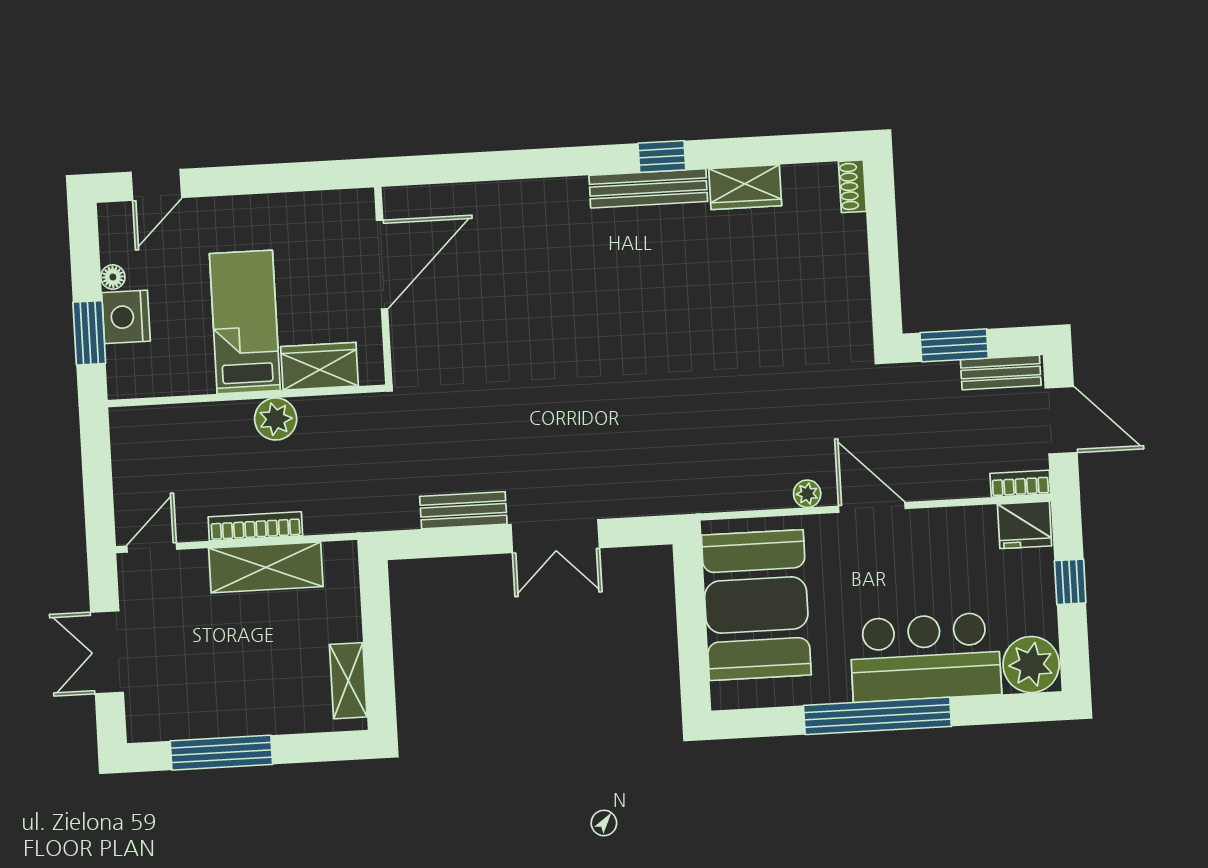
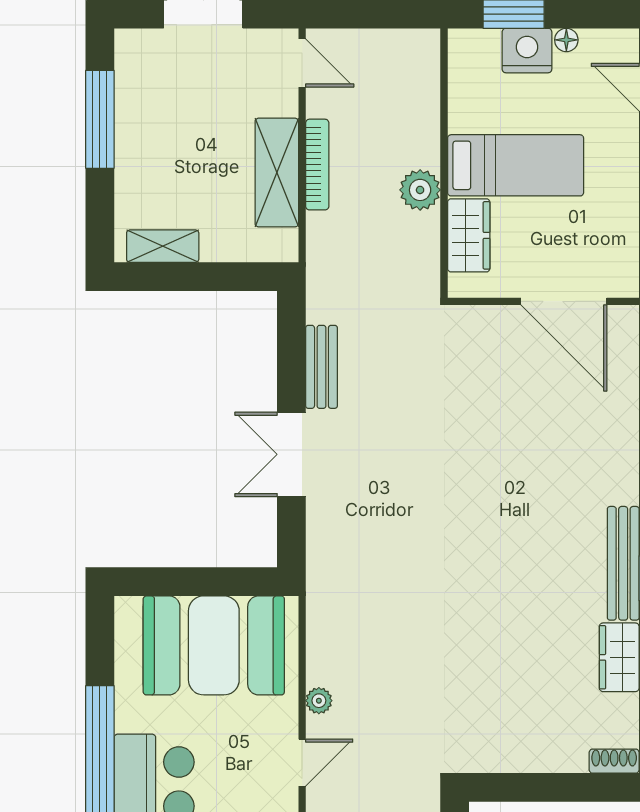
door: (872, 507) -> (302, 763), width x0.73

